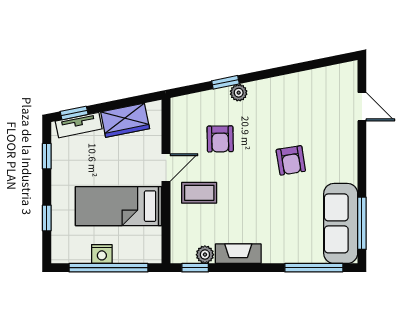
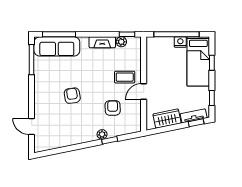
bed: (119, 206) -> (198, 61), moved, turned 90
sofa: (341, 223) -> (57, 46), moved, turned 90

